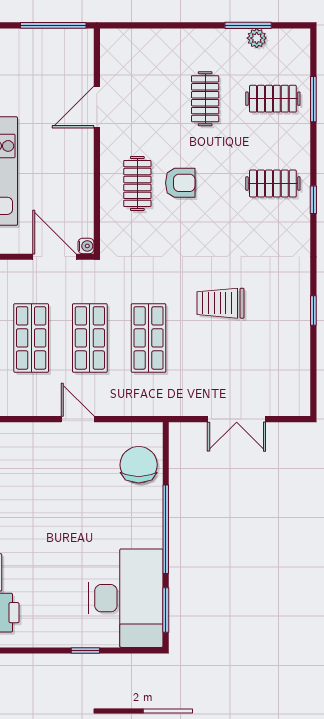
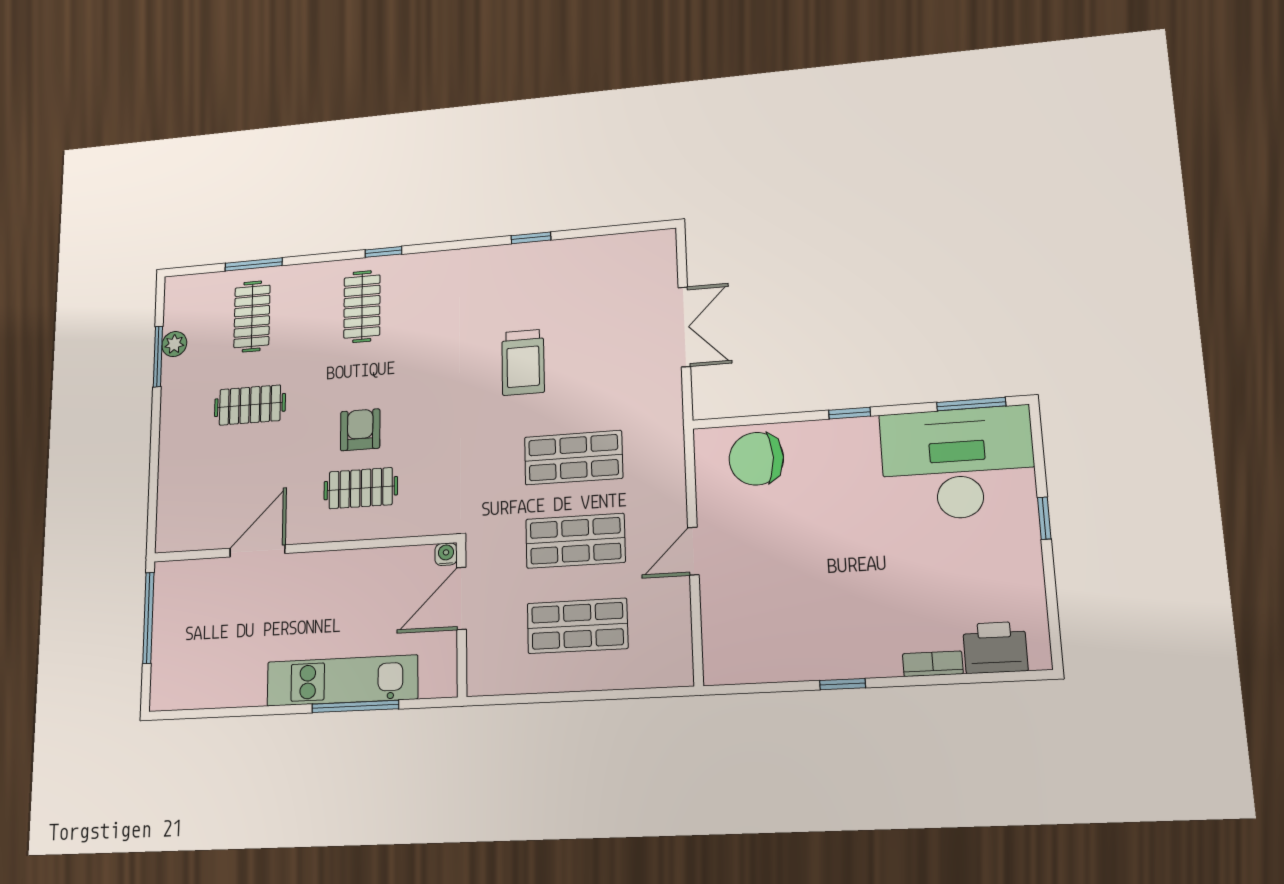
door: (97, 107) -> (257, 551), swing flipped
window: (166, 529) -> (850, 413), width x0.32

